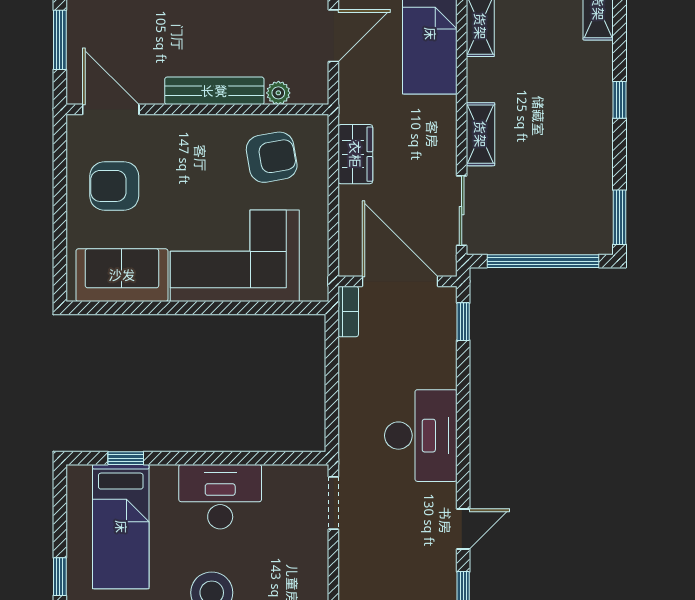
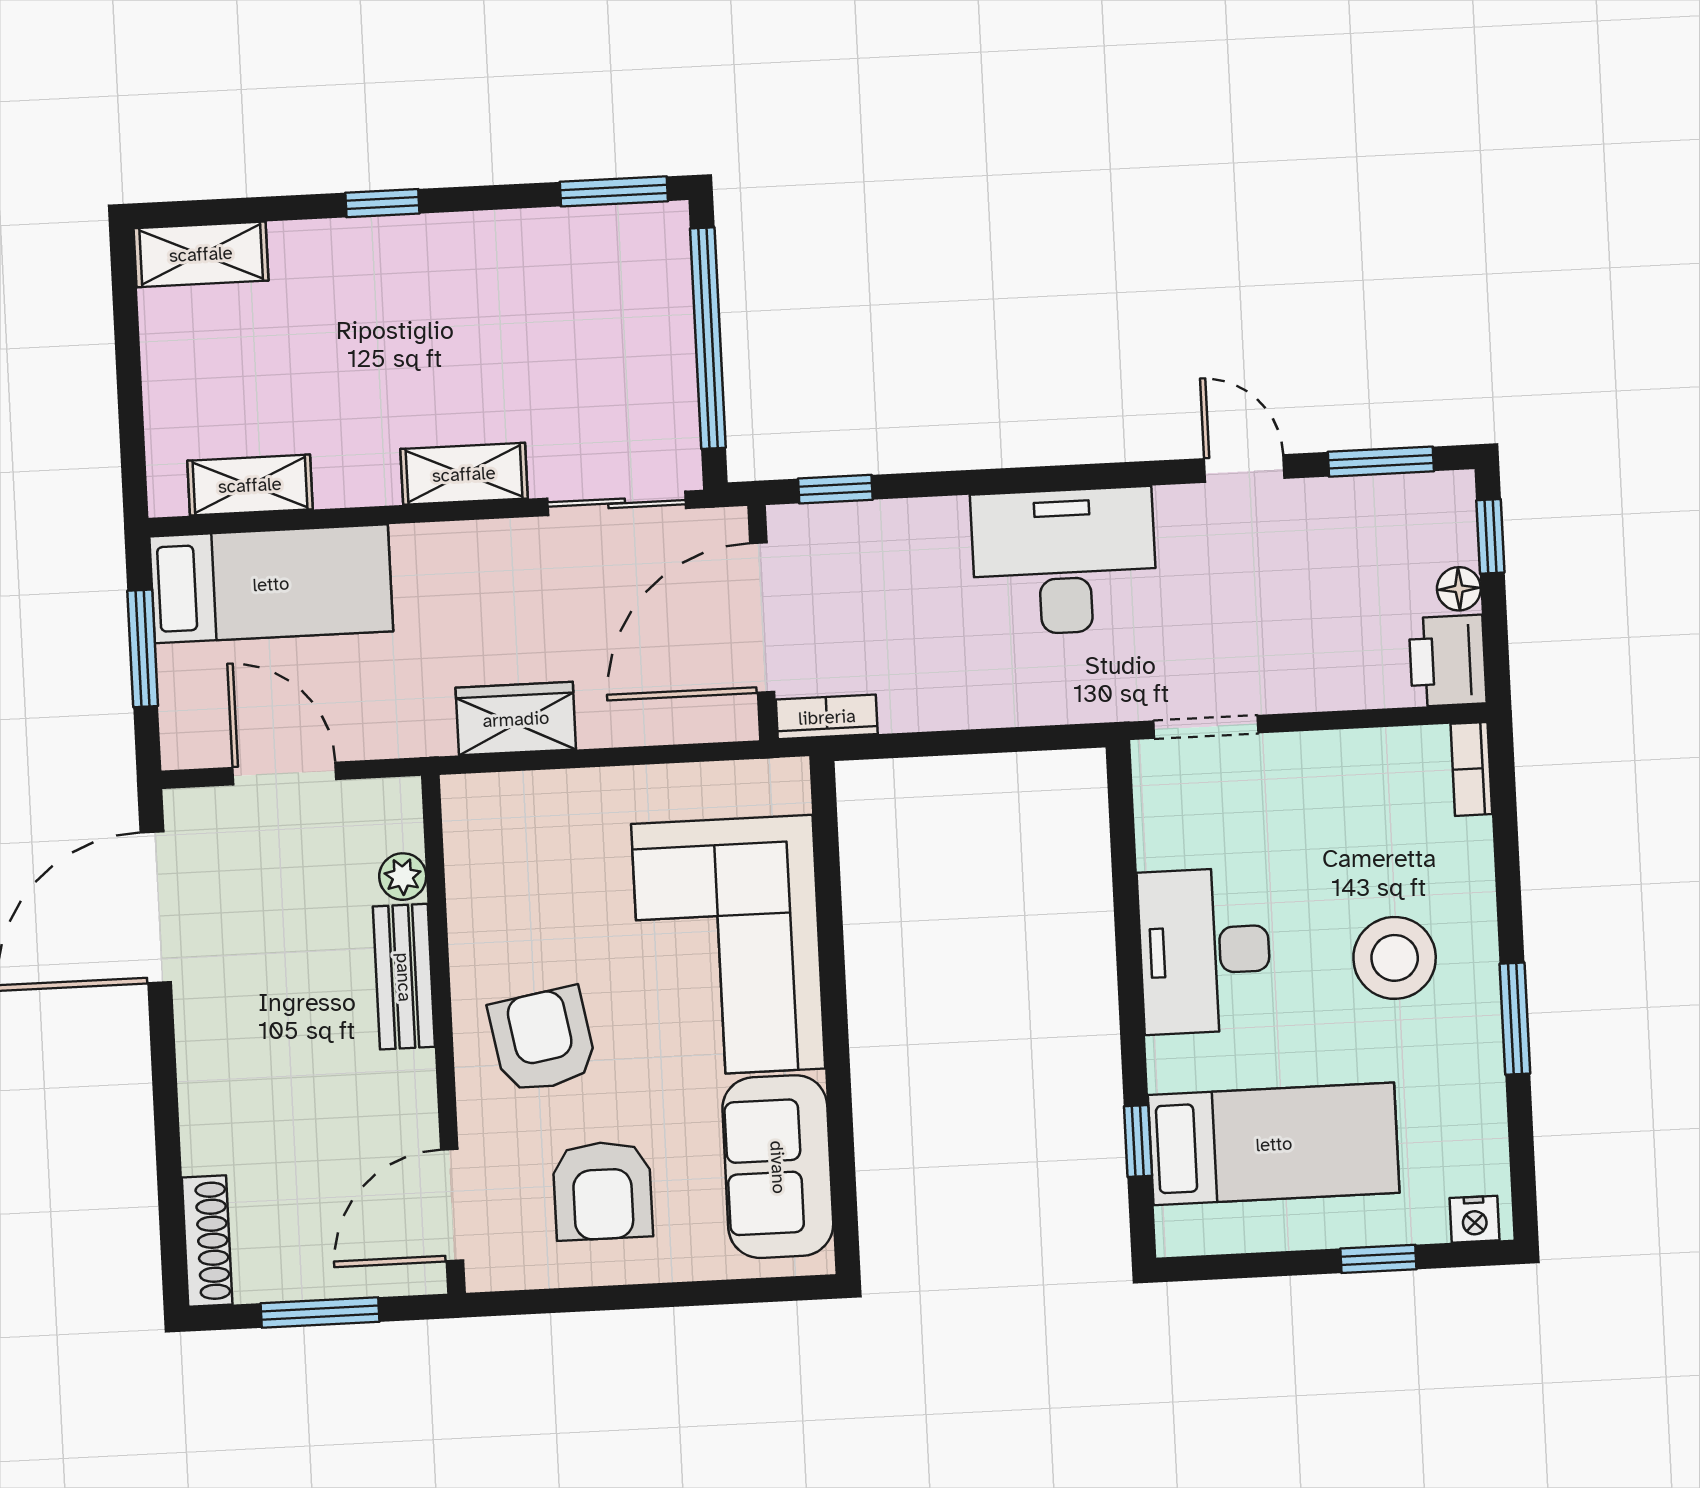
bench: (214, 91) -> (404, 977), width x0.73
armchair: (272, 157) -> (543, 1040), moved

